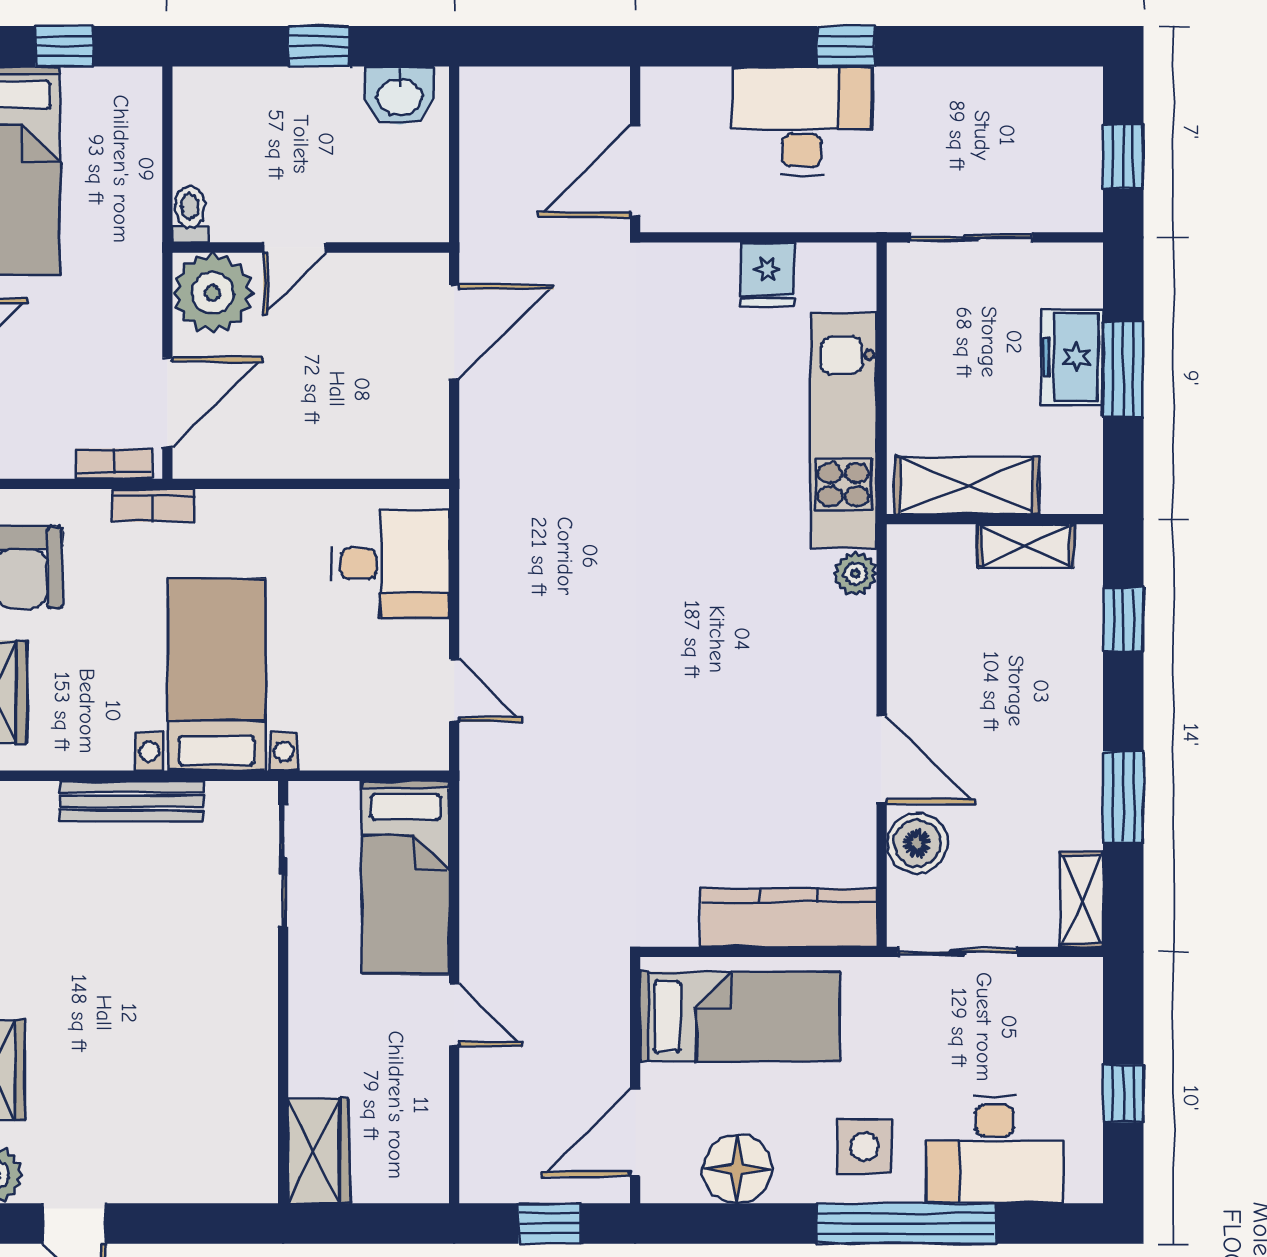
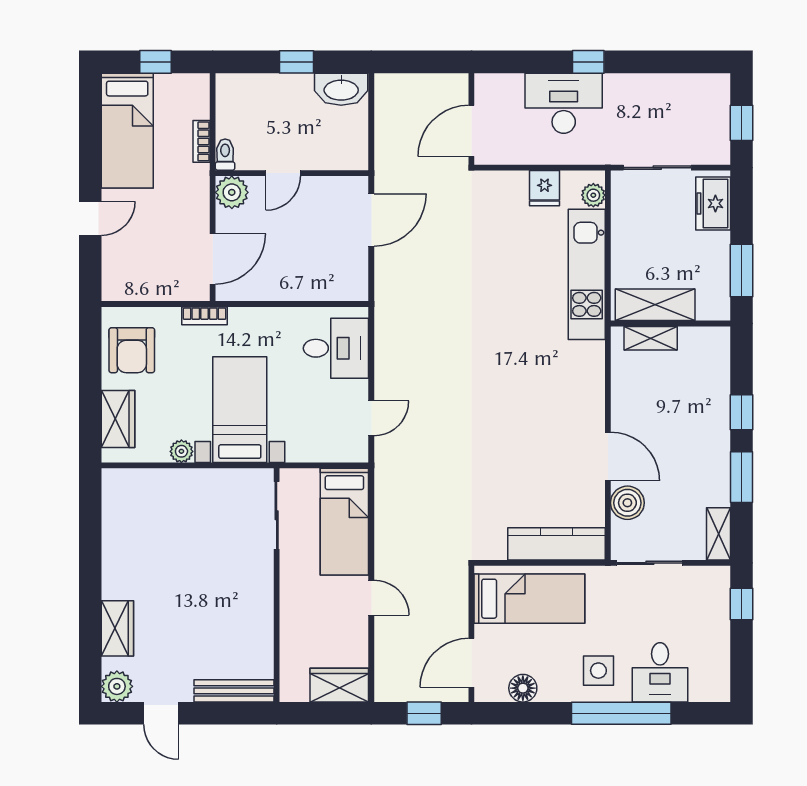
washbasin: (400, 96) -> (341, 89), width x1.38
plant: (213, 293) -> (232, 192), width x0.73, depth x0.73
freezer: (1072, 357) -> (713, 203), moved
window: (1123, 369) -> (741, 271), moved
bookcase: (114, 464) -> (201, 141), moved, turned -90
shelving: (1026, 546) -> (651, 338), moved
plant: (855, 574) -> (593, 195), moved
window: (1123, 619) -> (741, 412), moved
door: (454, 691) -> (371, 418), hinge flipped
plant: (111, 750) -> (181, 451), added
bench: (132, 801) -> (234, 691), moved
window: (1123, 1094) -> (741, 604), moved
desk: (995, 1150) -> (660, 672), width x0.73
wardrobe: (319, 1151) -> (339, 685), moved, turned -90
floor lamp: (737, 1169) -> (523, 688), width x0.73, depth x0.73

